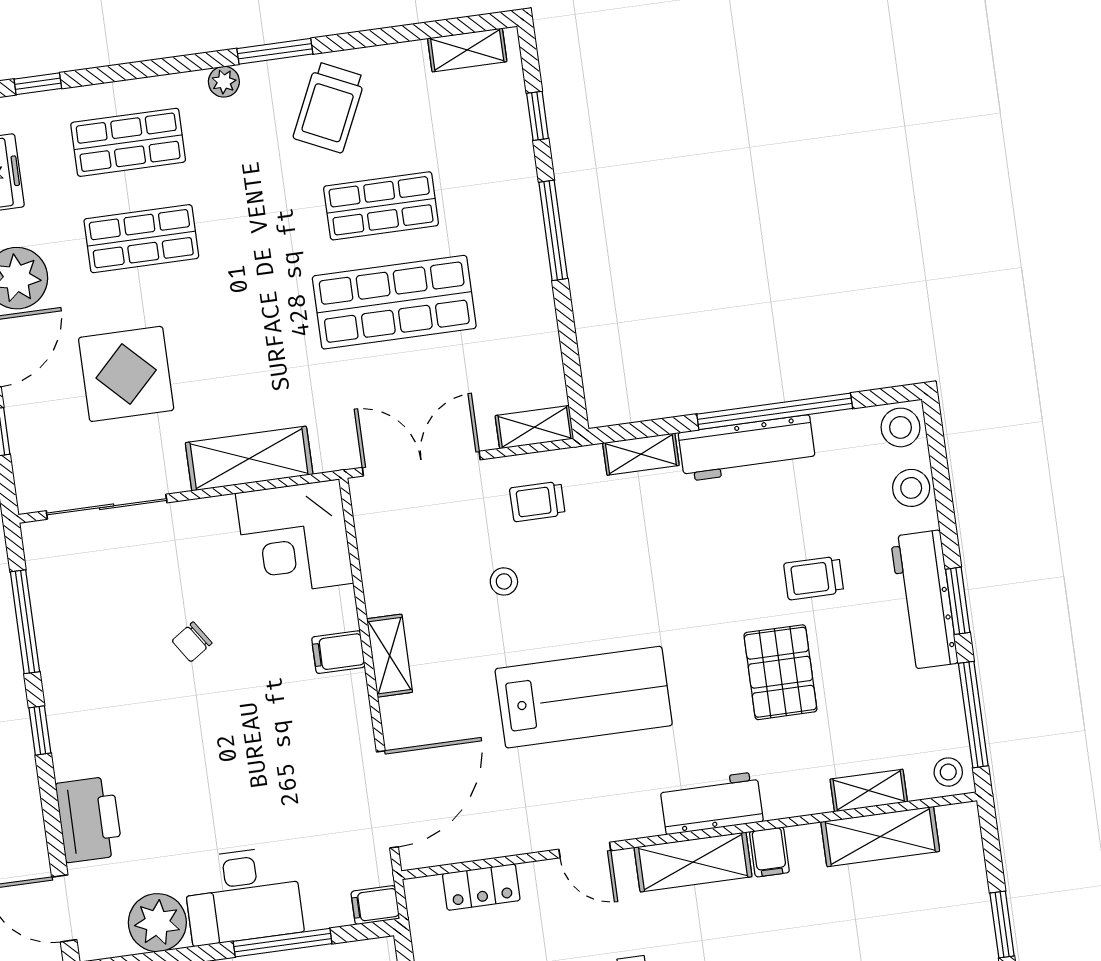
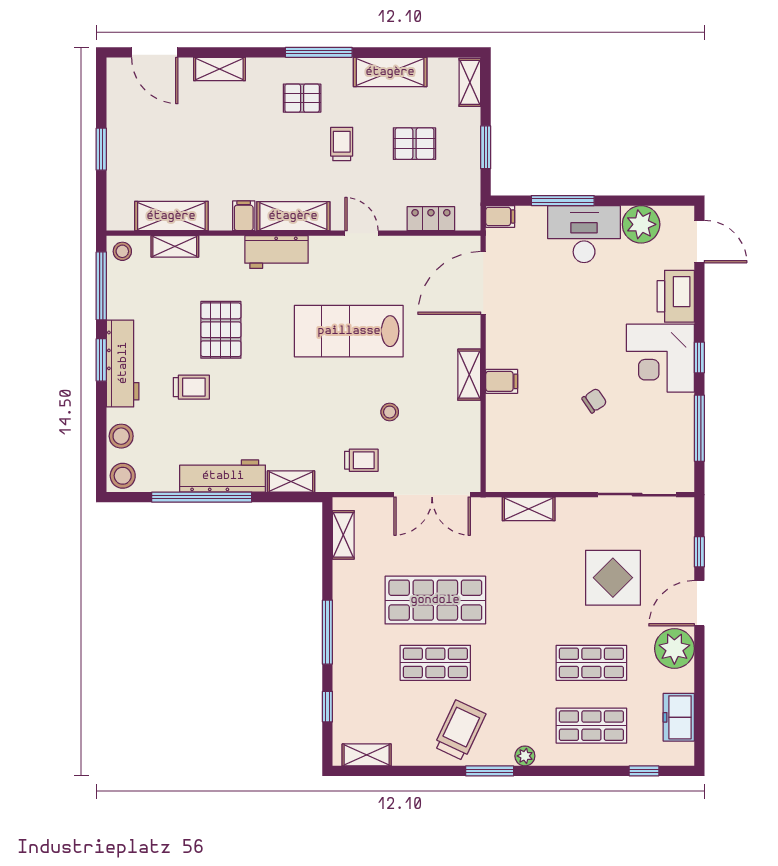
shelving: (534, 427) -> (343, 535), moved, turned 90
shelving: (249, 459) -> (529, 509), width x0.67, depth x0.75
corner desk: (295, 538) -> (660, 358), moved, turned 180

